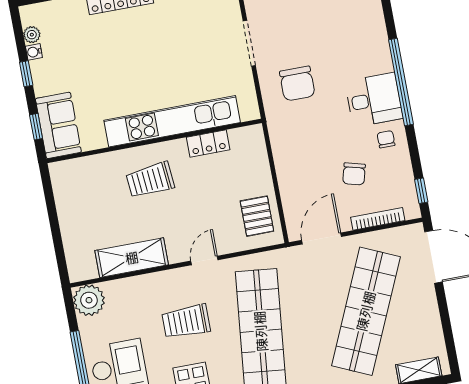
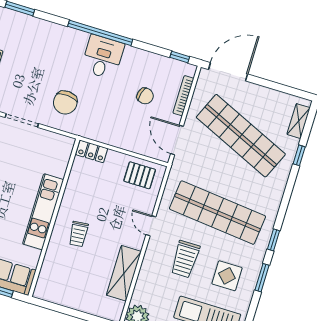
chair: (297, 84) -> (65, 102), turned 94
kitchen unit: (172, 121) -> (43, 212), width x0.73
chair: (386, 139) -> (133, 63), removed
locker: (208, 144) -> (92, 151), moved, turned 90
trolley: (150, 180) -> (78, 234), width x0.73, depth x0.72

